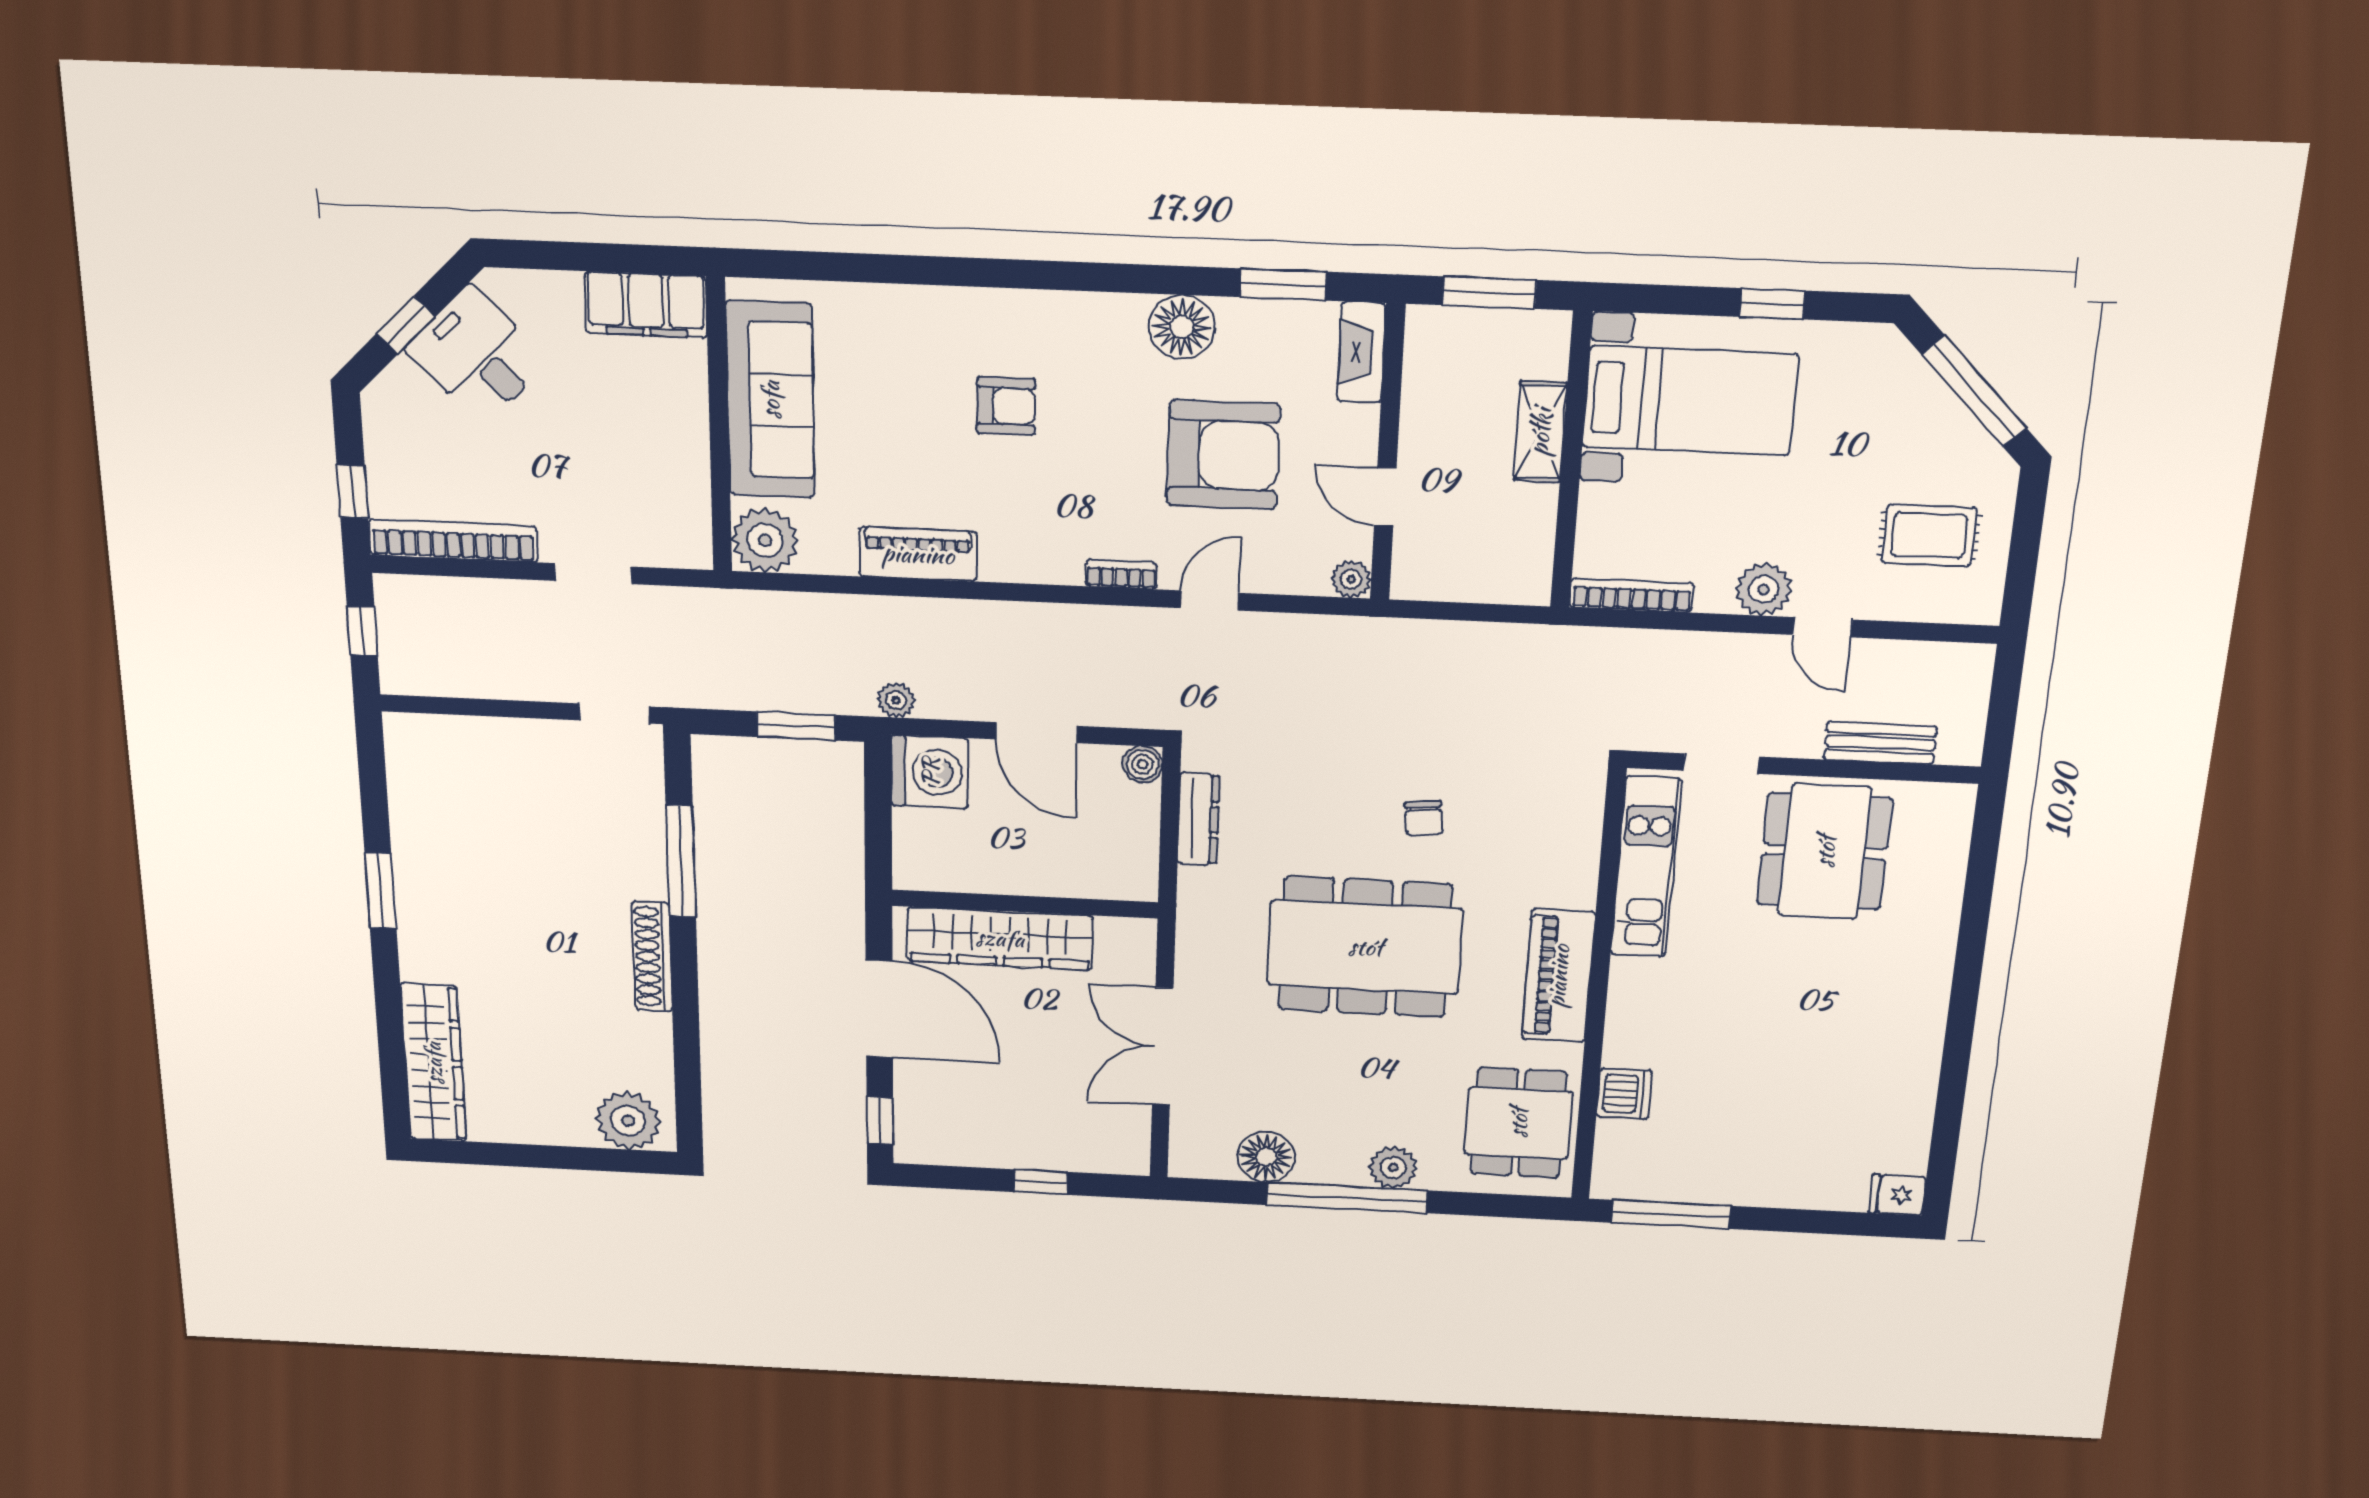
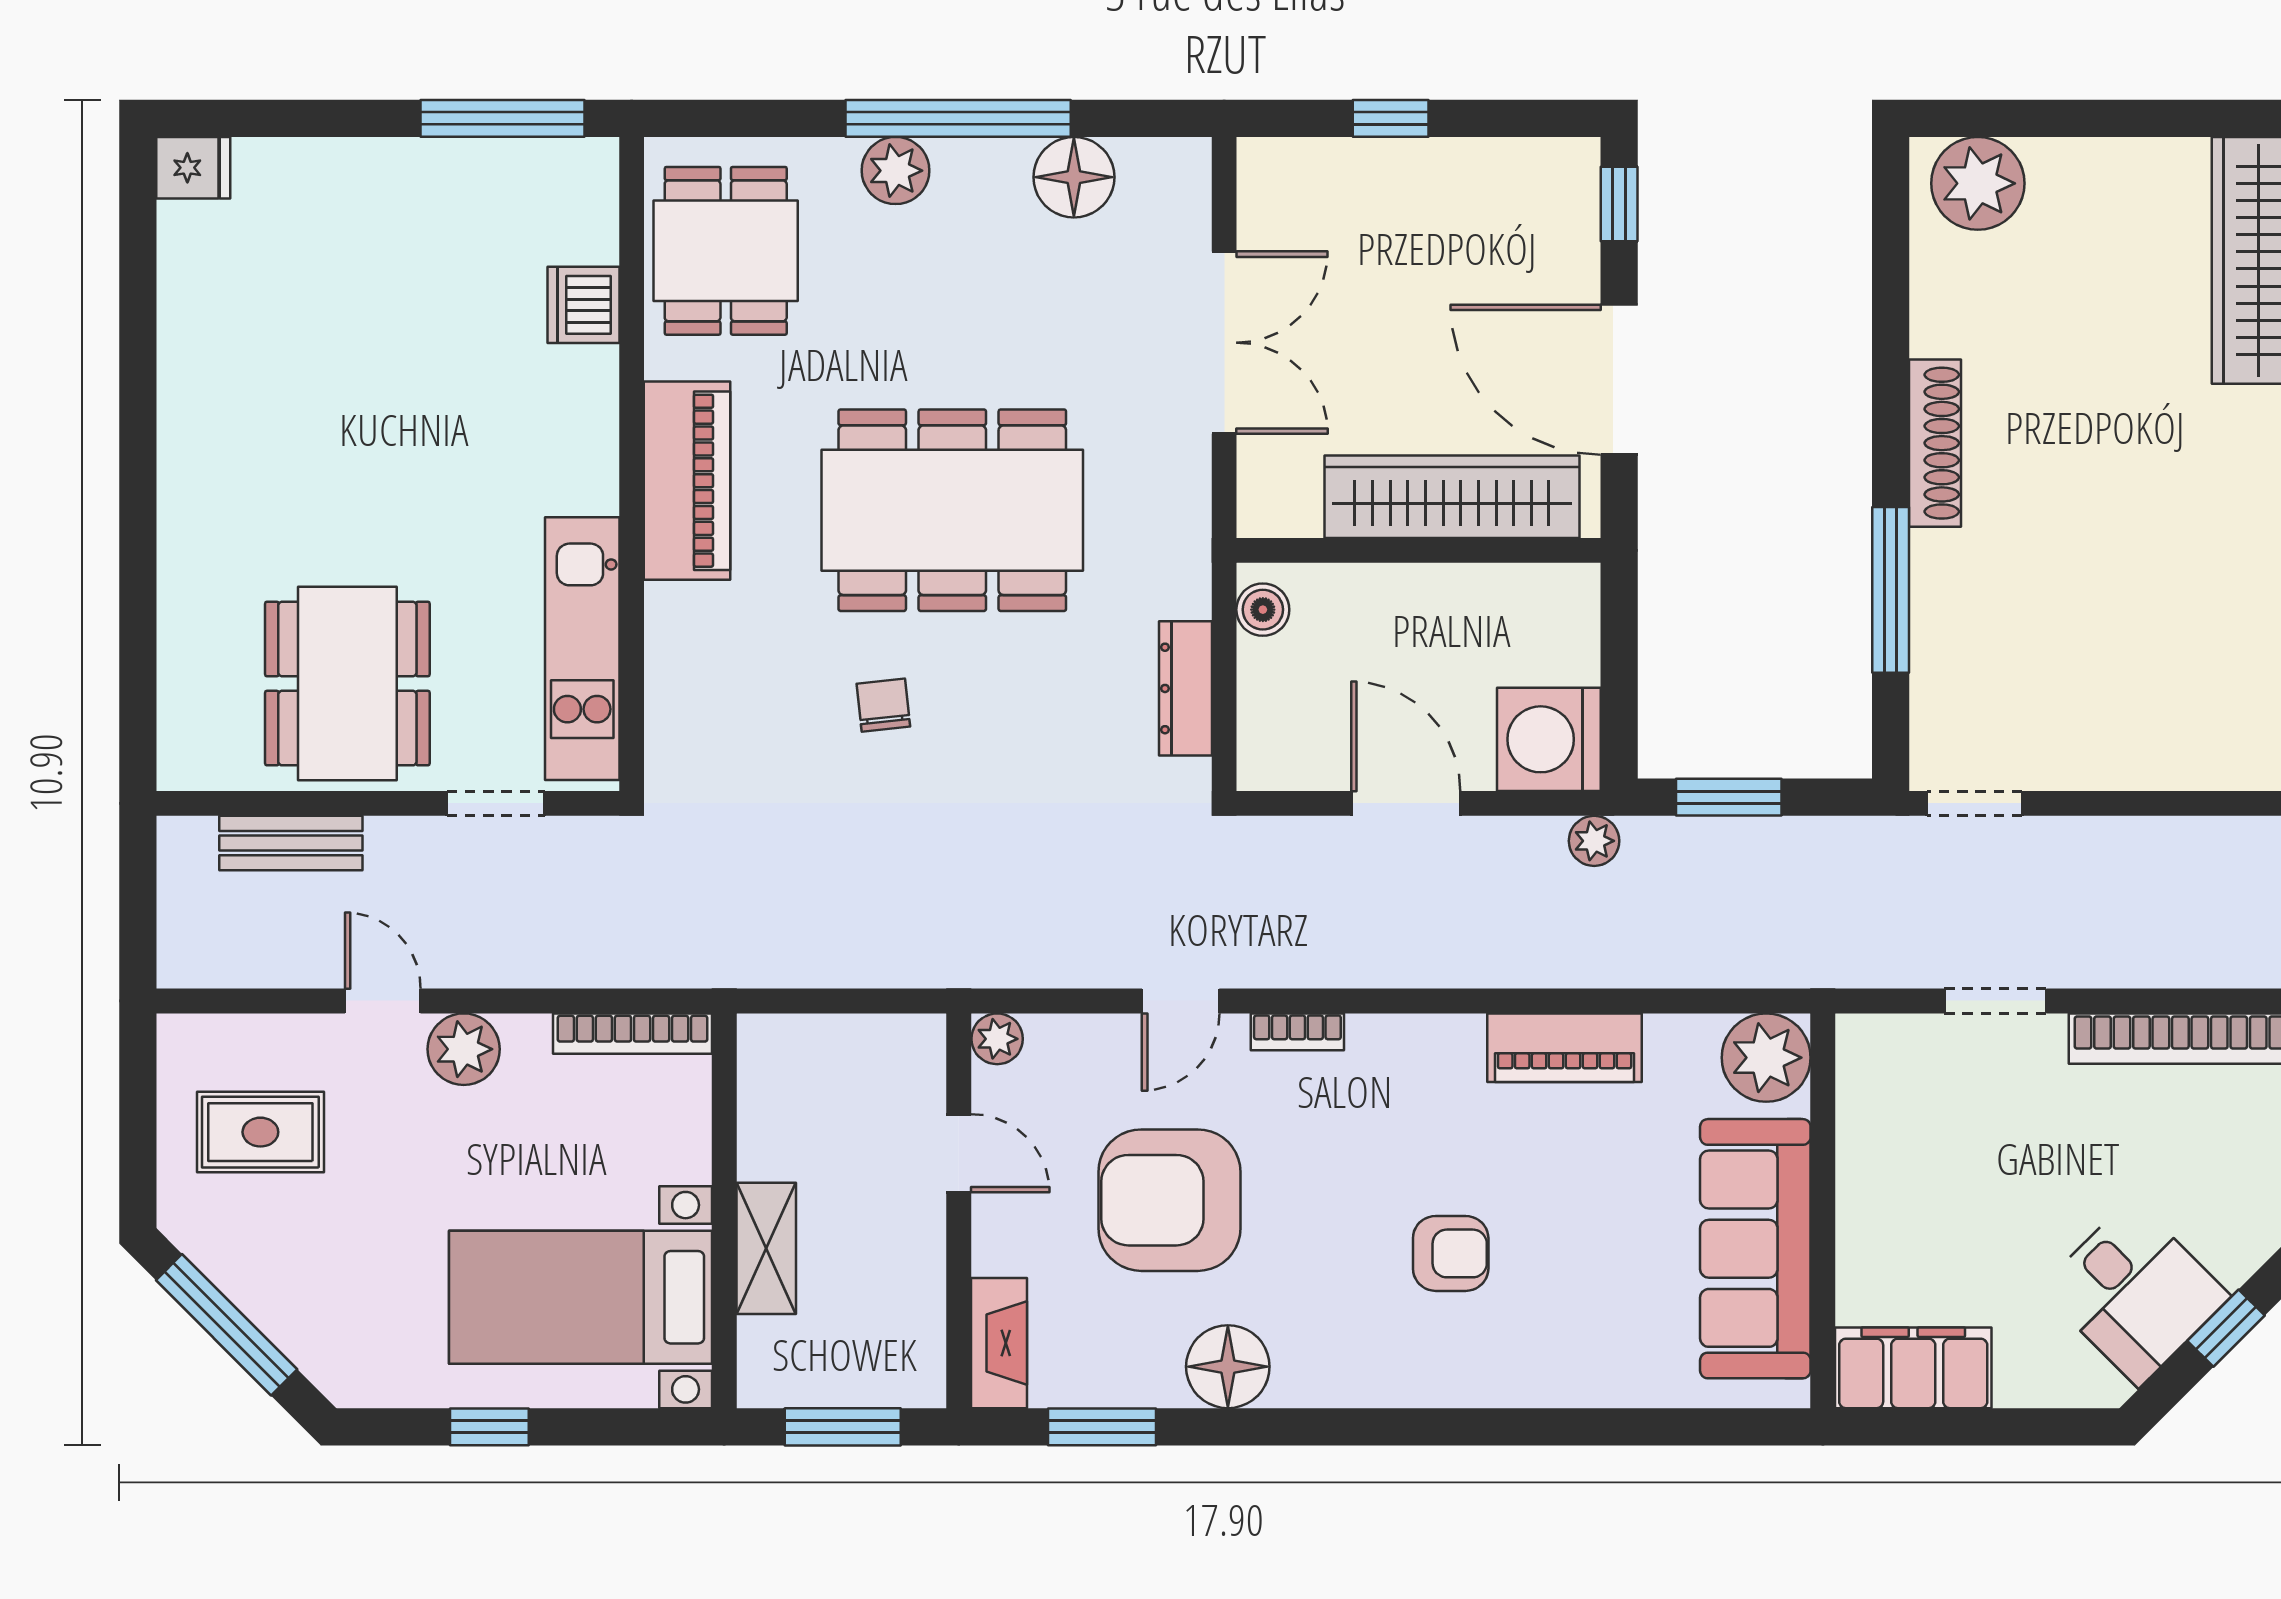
armchair: (1006, 406) -> (1451, 1253), turned 180
boiler: (1142, 764) -> (1263, 610), moved

